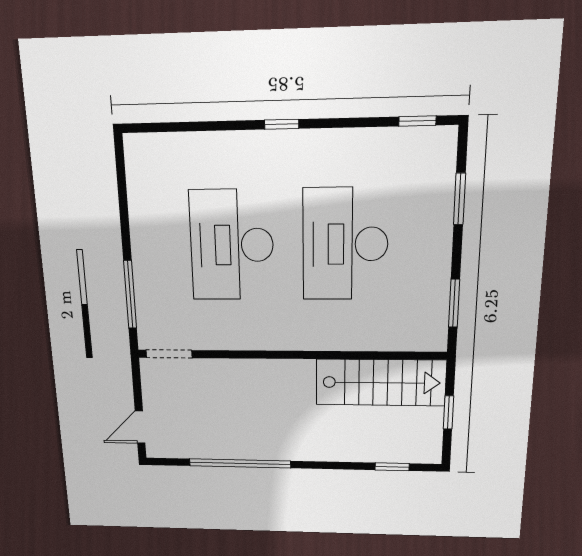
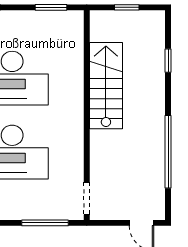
stairs: (381, 383) -> (106, 86), moved
window: (392, 467) -> (168, 61), moved

